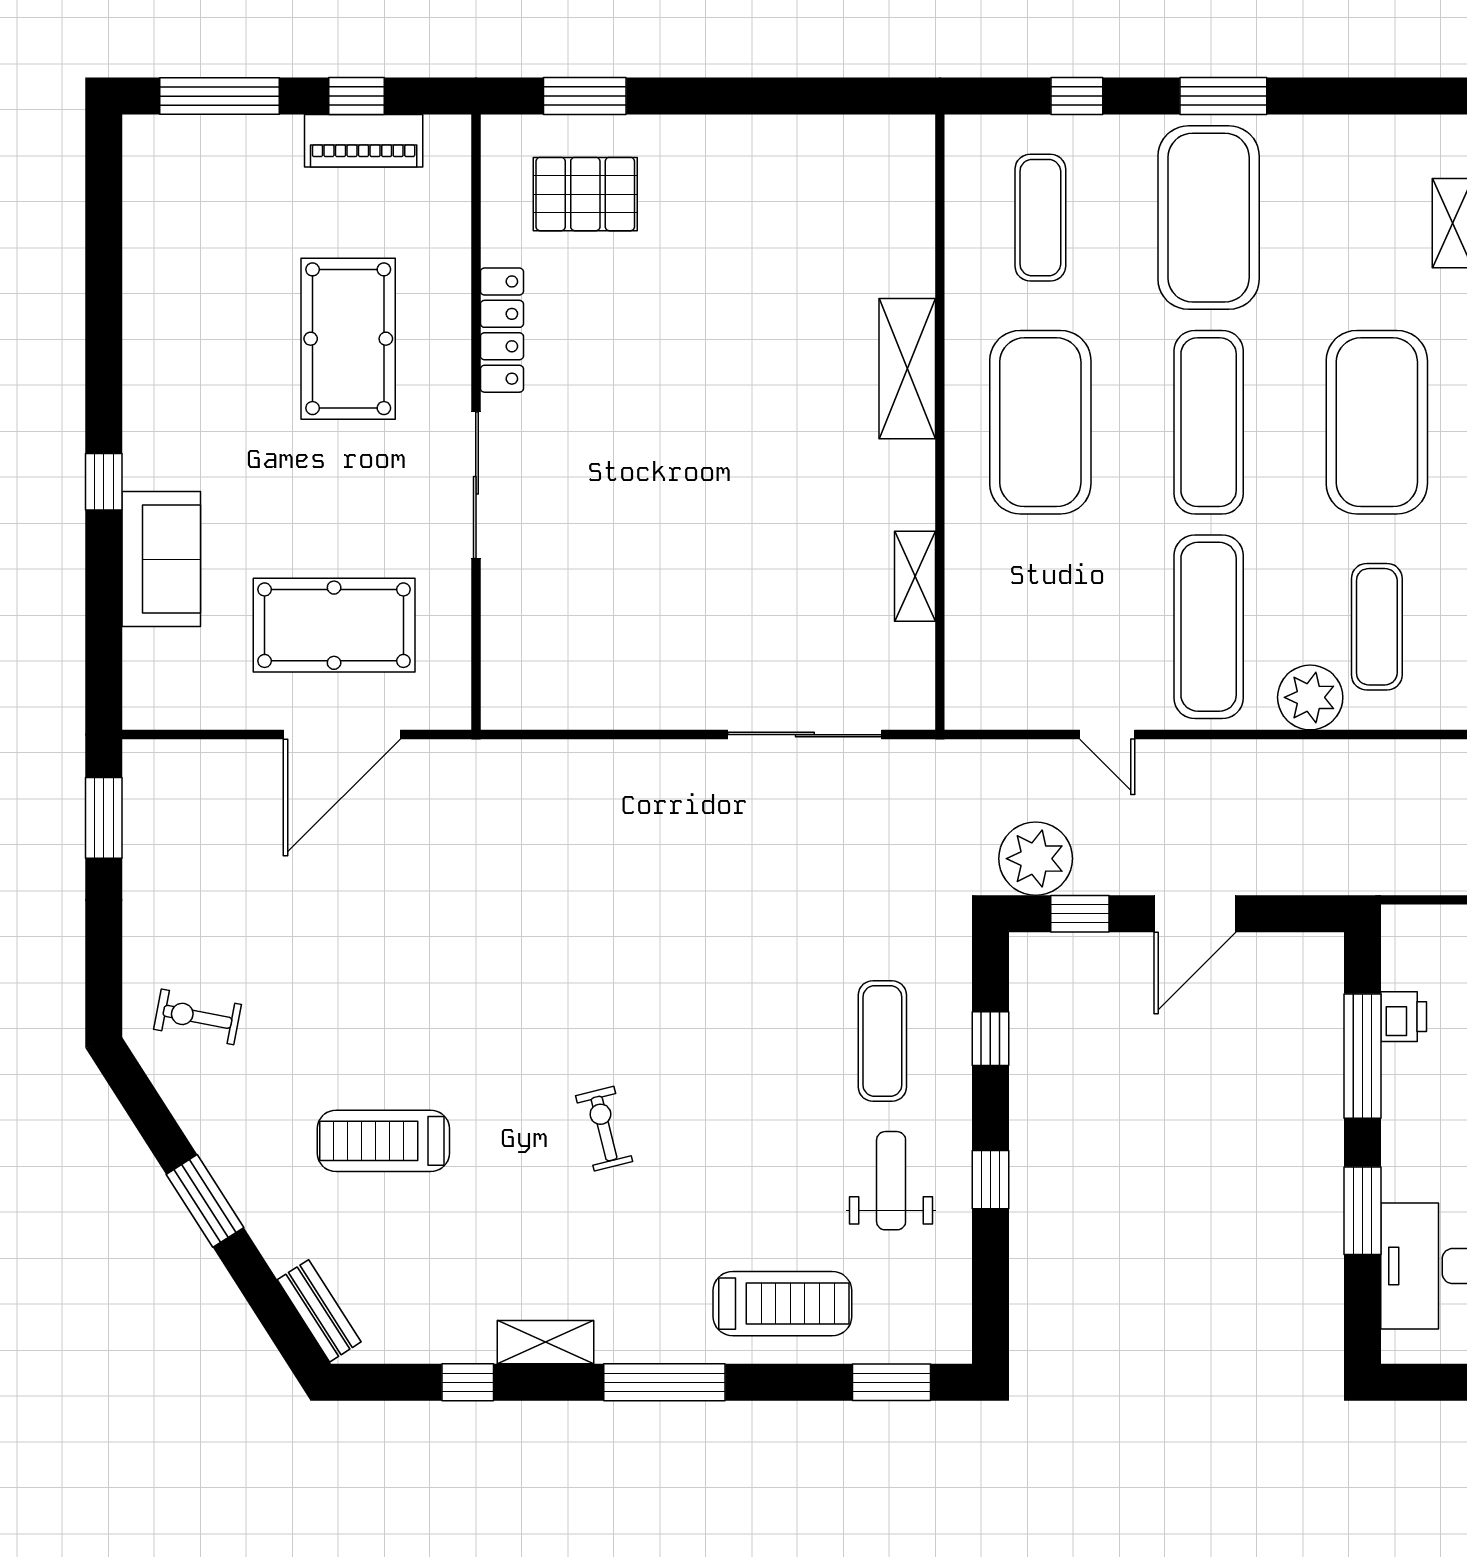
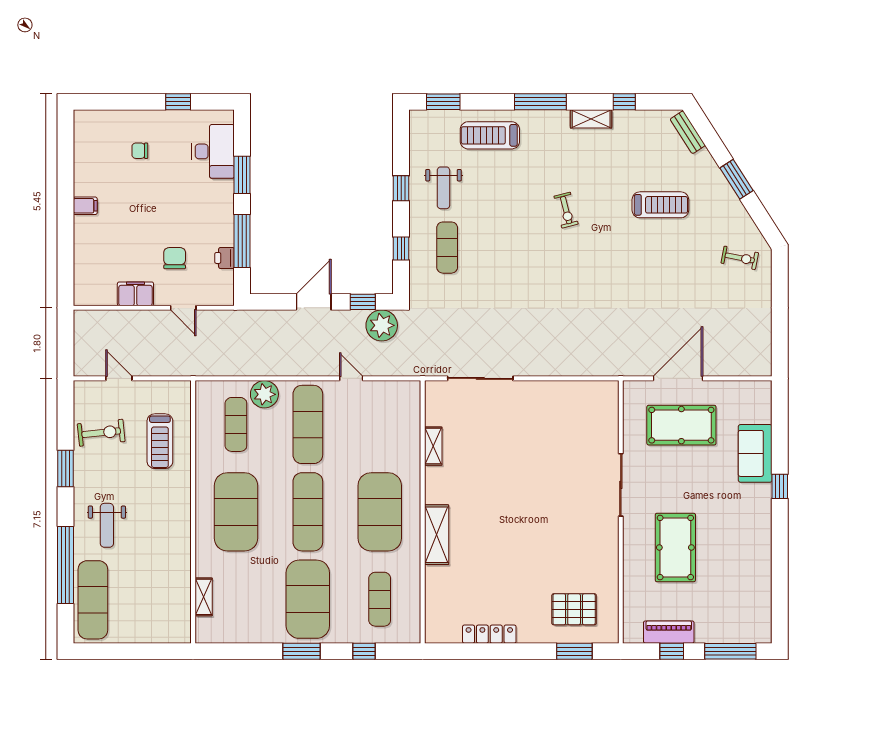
locker: (502, 330) -> (489, 634), moved, turned 90
window: (104, 818) -> (780, 343), removed

